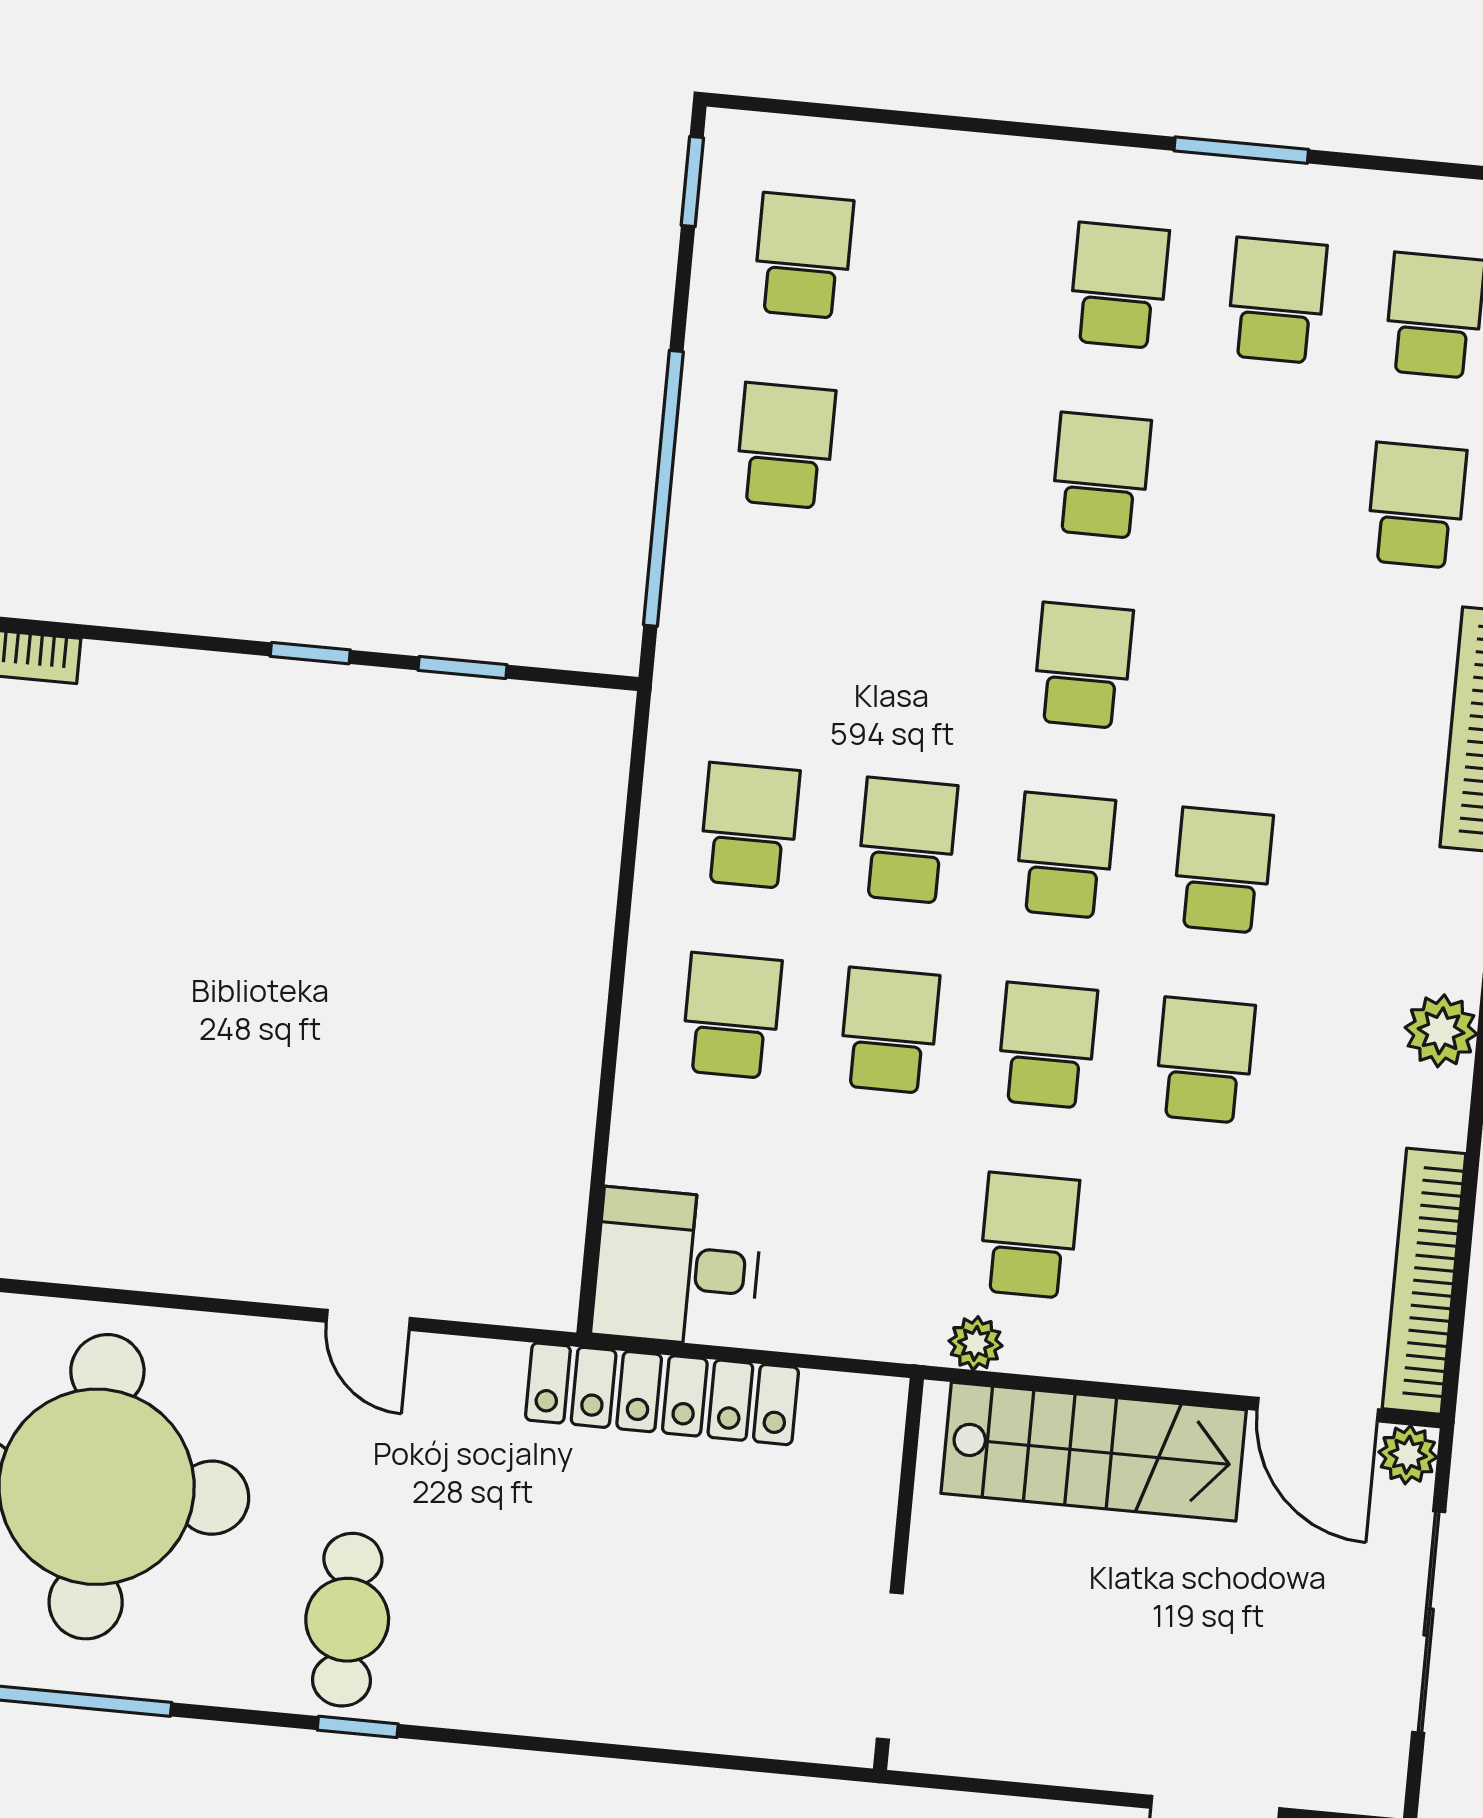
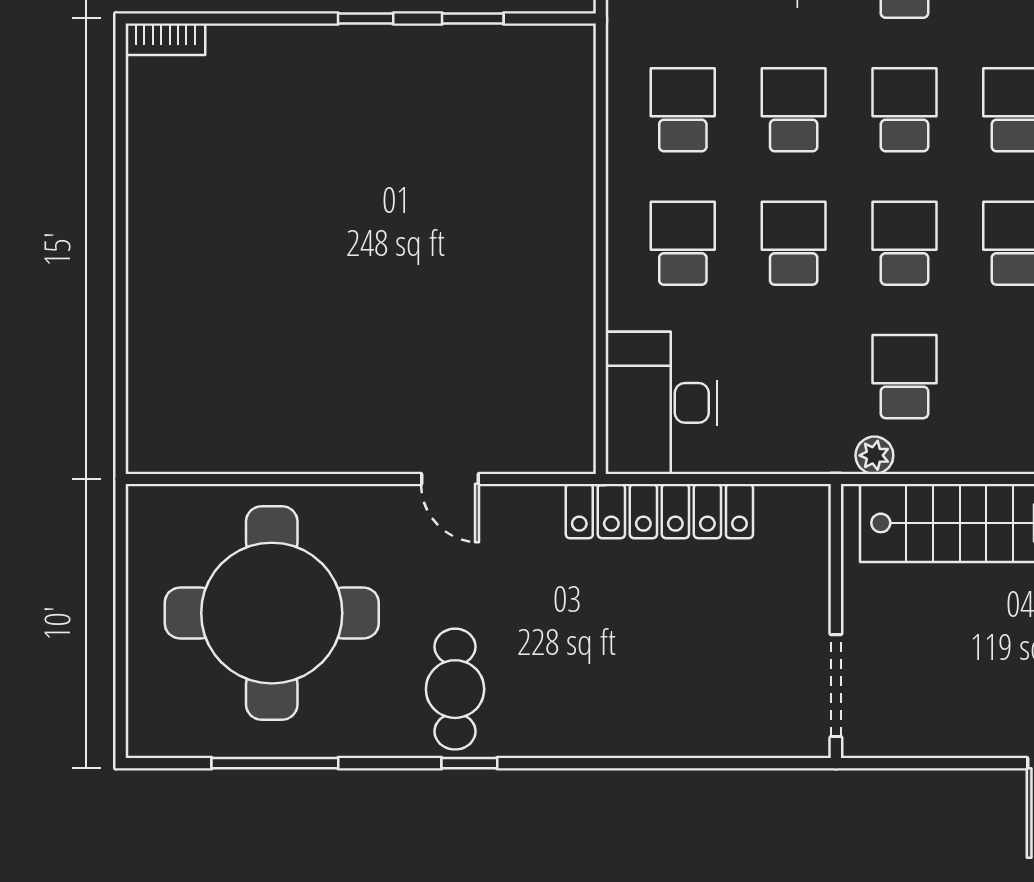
desk: (677, 1268) -> (662, 403), width x1.37

